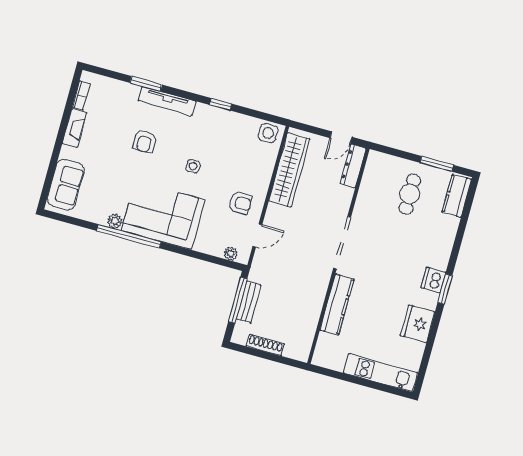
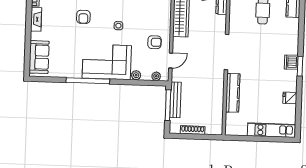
plant: (115, 221) -> (136, 75), moved
bench: (249, 302) -> (175, 100), width x1.36
fridge: (418, 324) -> (290, 98), width x0.53, depth x0.75

